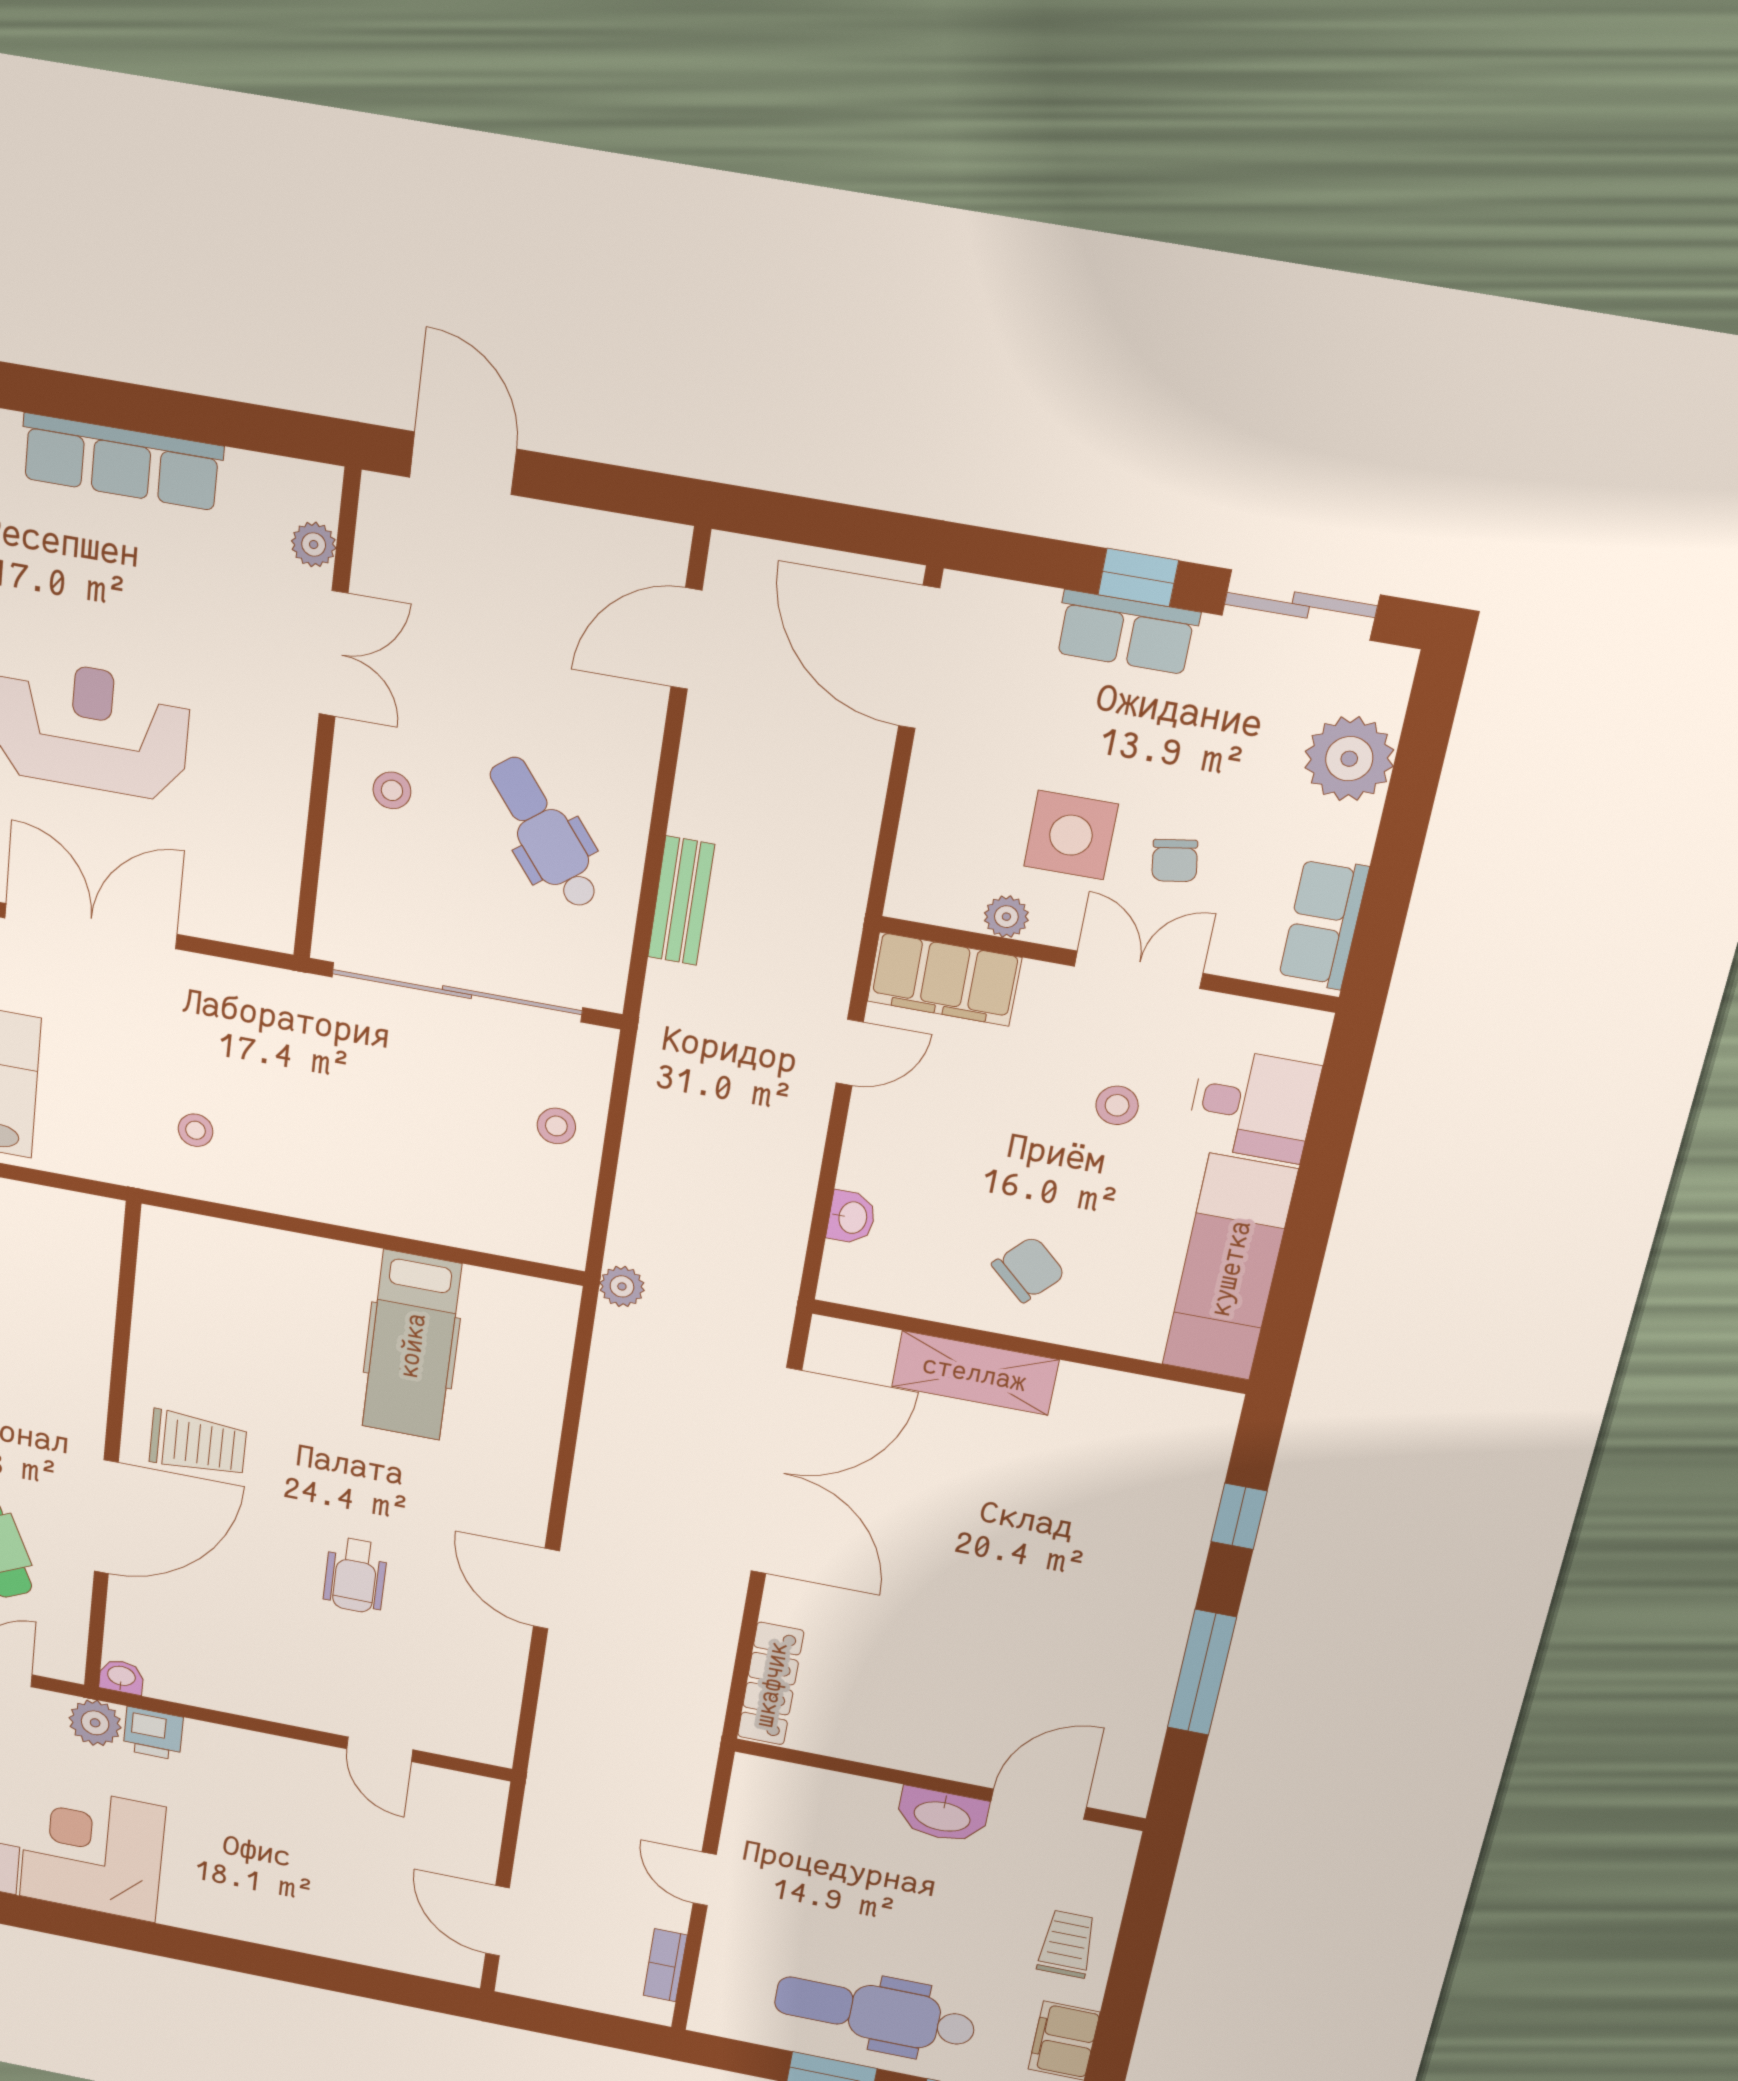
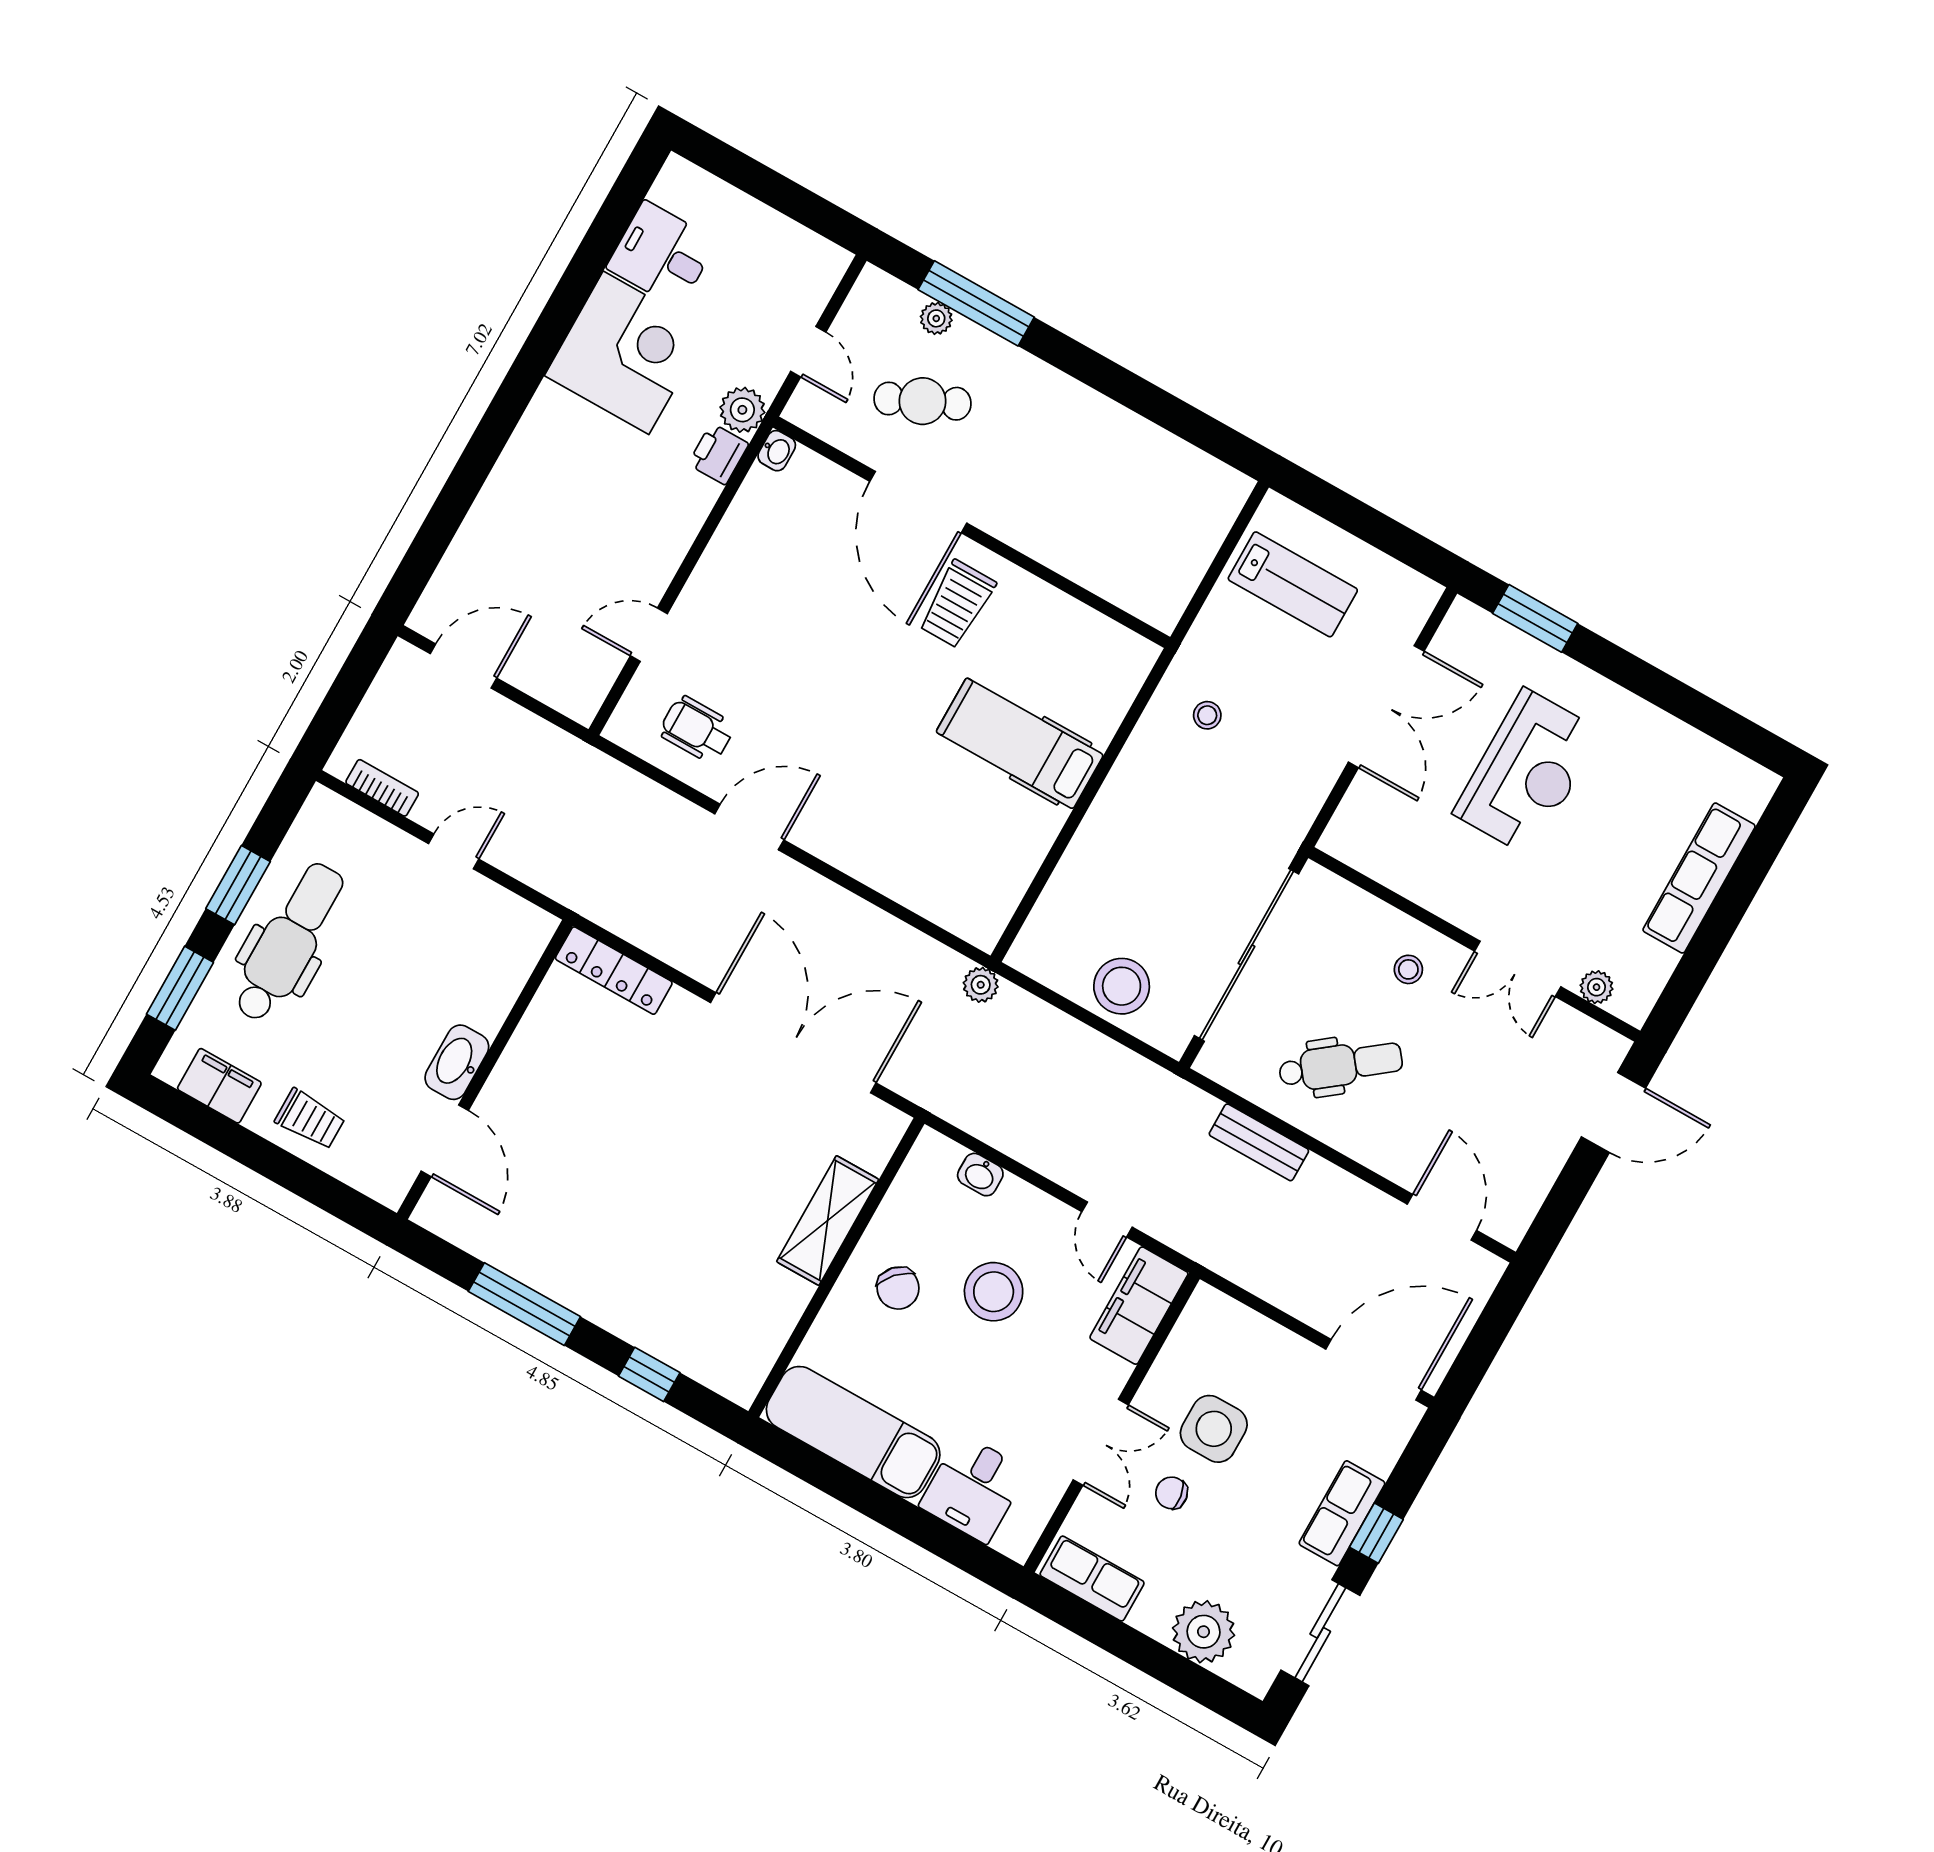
plant: (1006, 917) -> (1170, 1365), removed
stool: (1117, 1105) -> (994, 1292), moved, width x1.89, depth x1.89
stool: (556, 1126) -> (1122, 986), width x1.89, depth x1.89
hospital bed: (412, 1345) -> (1020, 743), moved
double door: (776, 1472) -> (793, 1043), swing flipped
wheelchair: (355, 1575) -> (697, 729), moved

